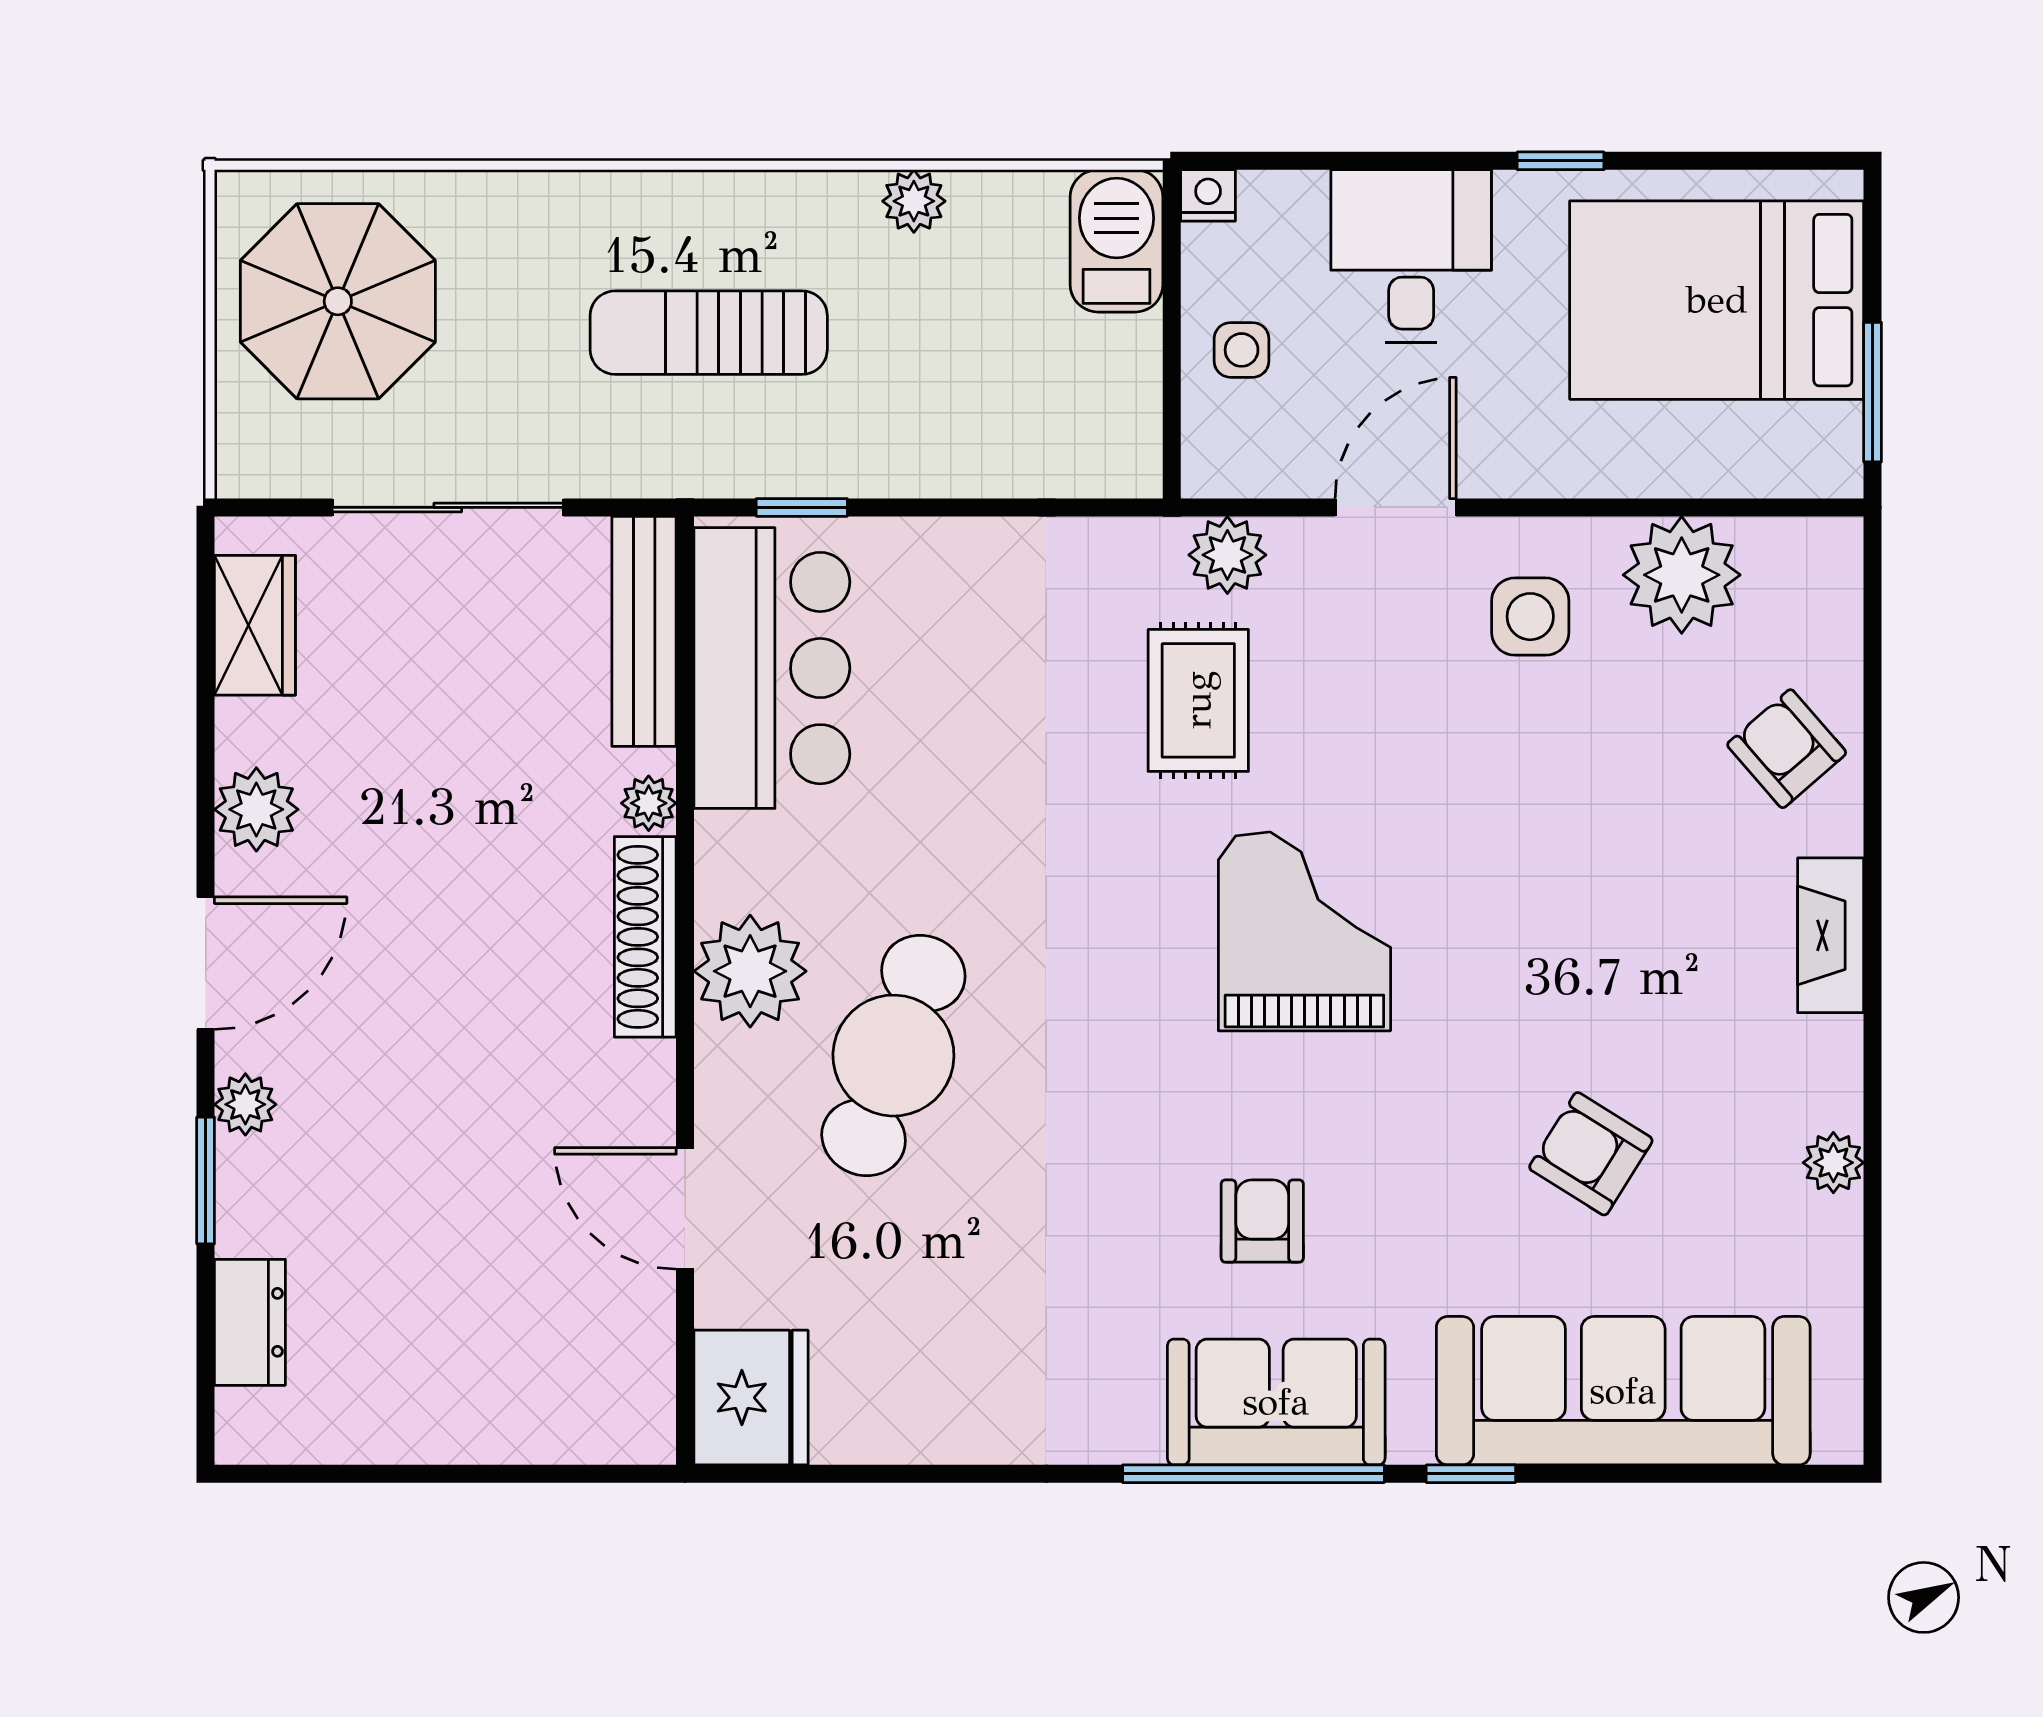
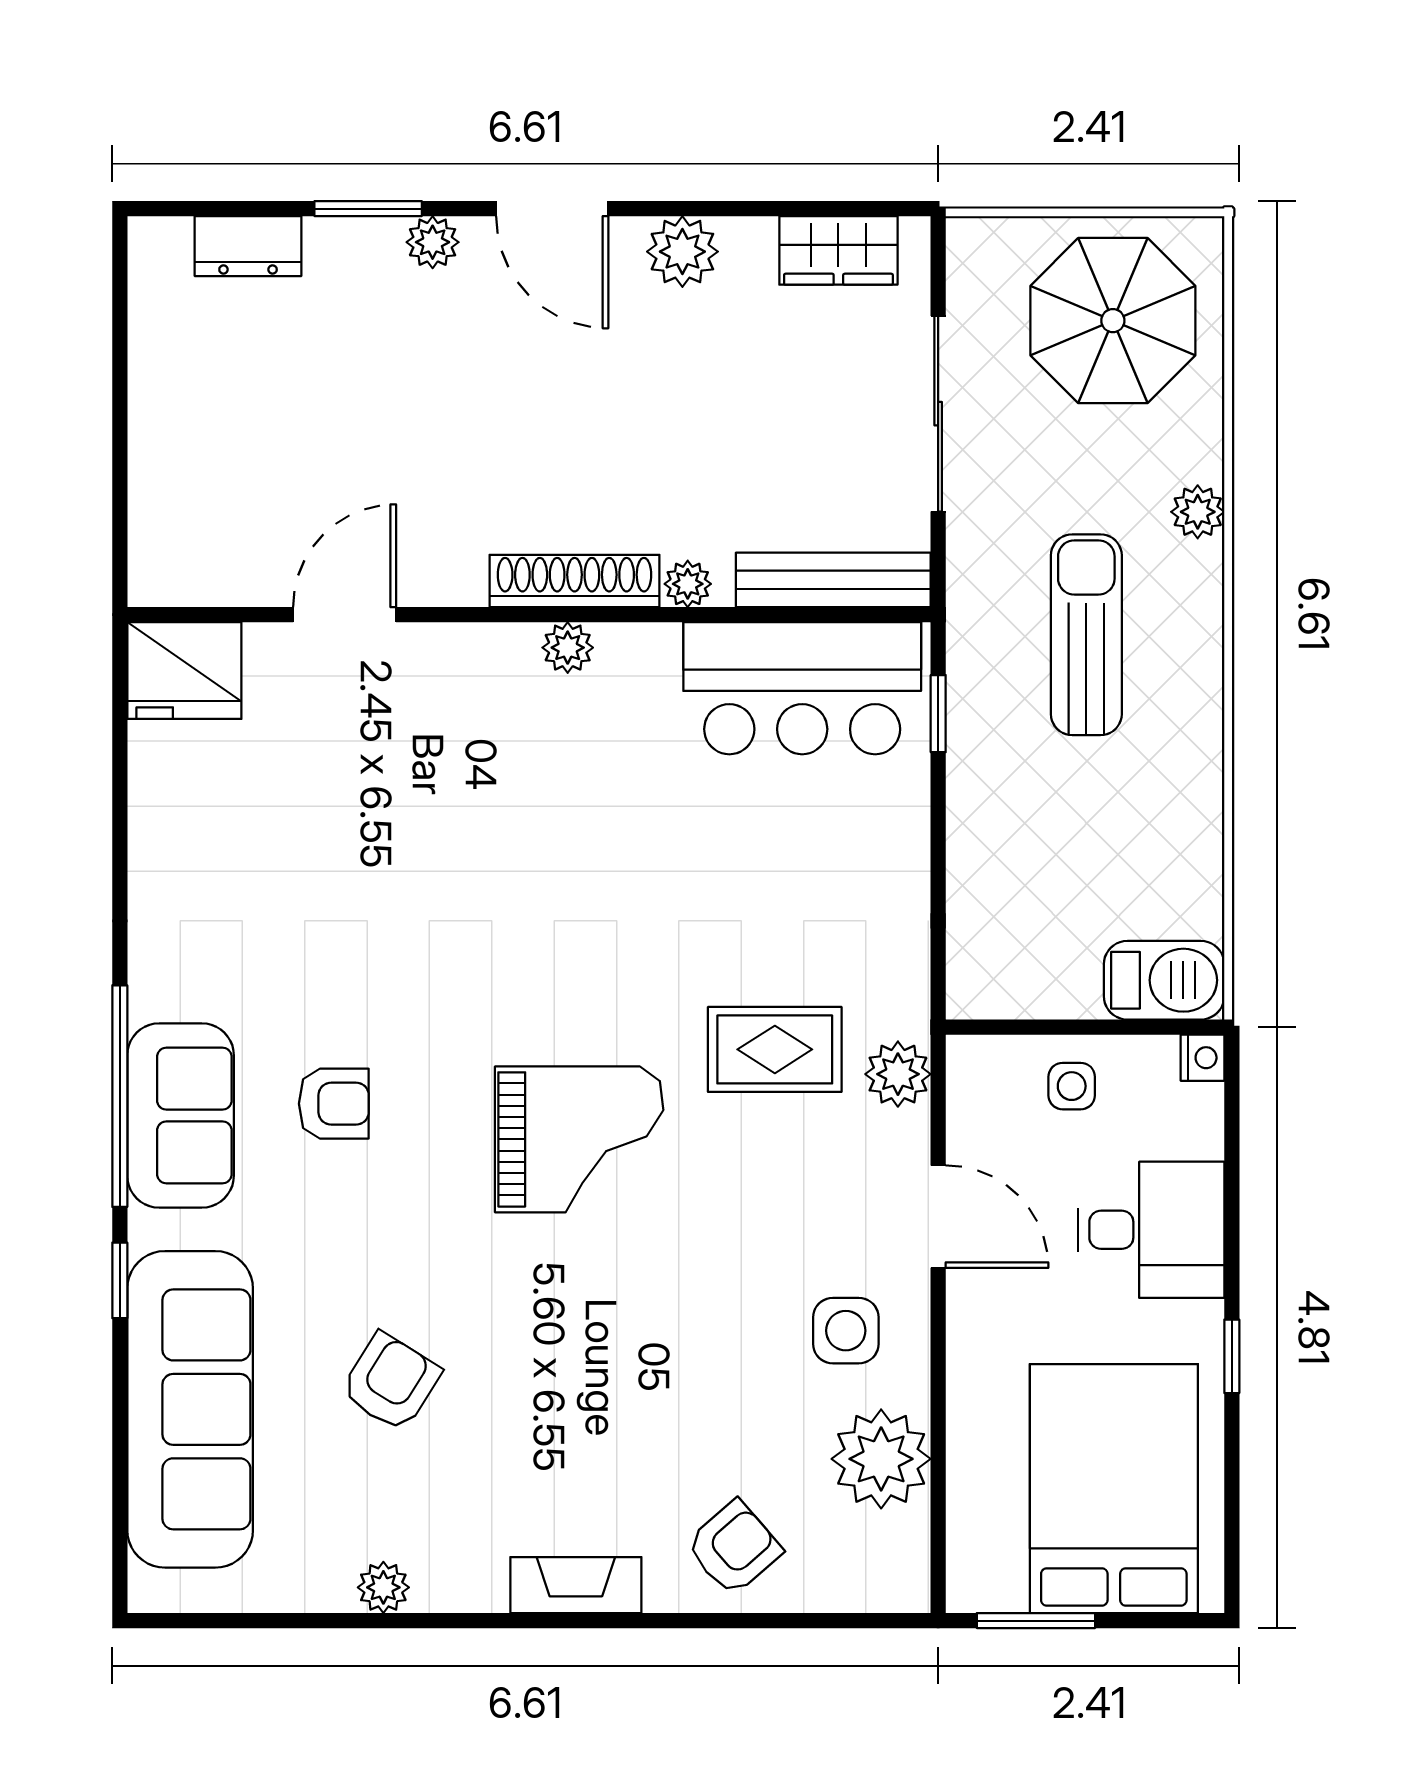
plant: (914, 201) -> (1198, 512), moved
plant: (750, 971) -> (568, 648), width x0.53, depth x0.53
cafe table: (893, 1056) -> (474, 791), removed

